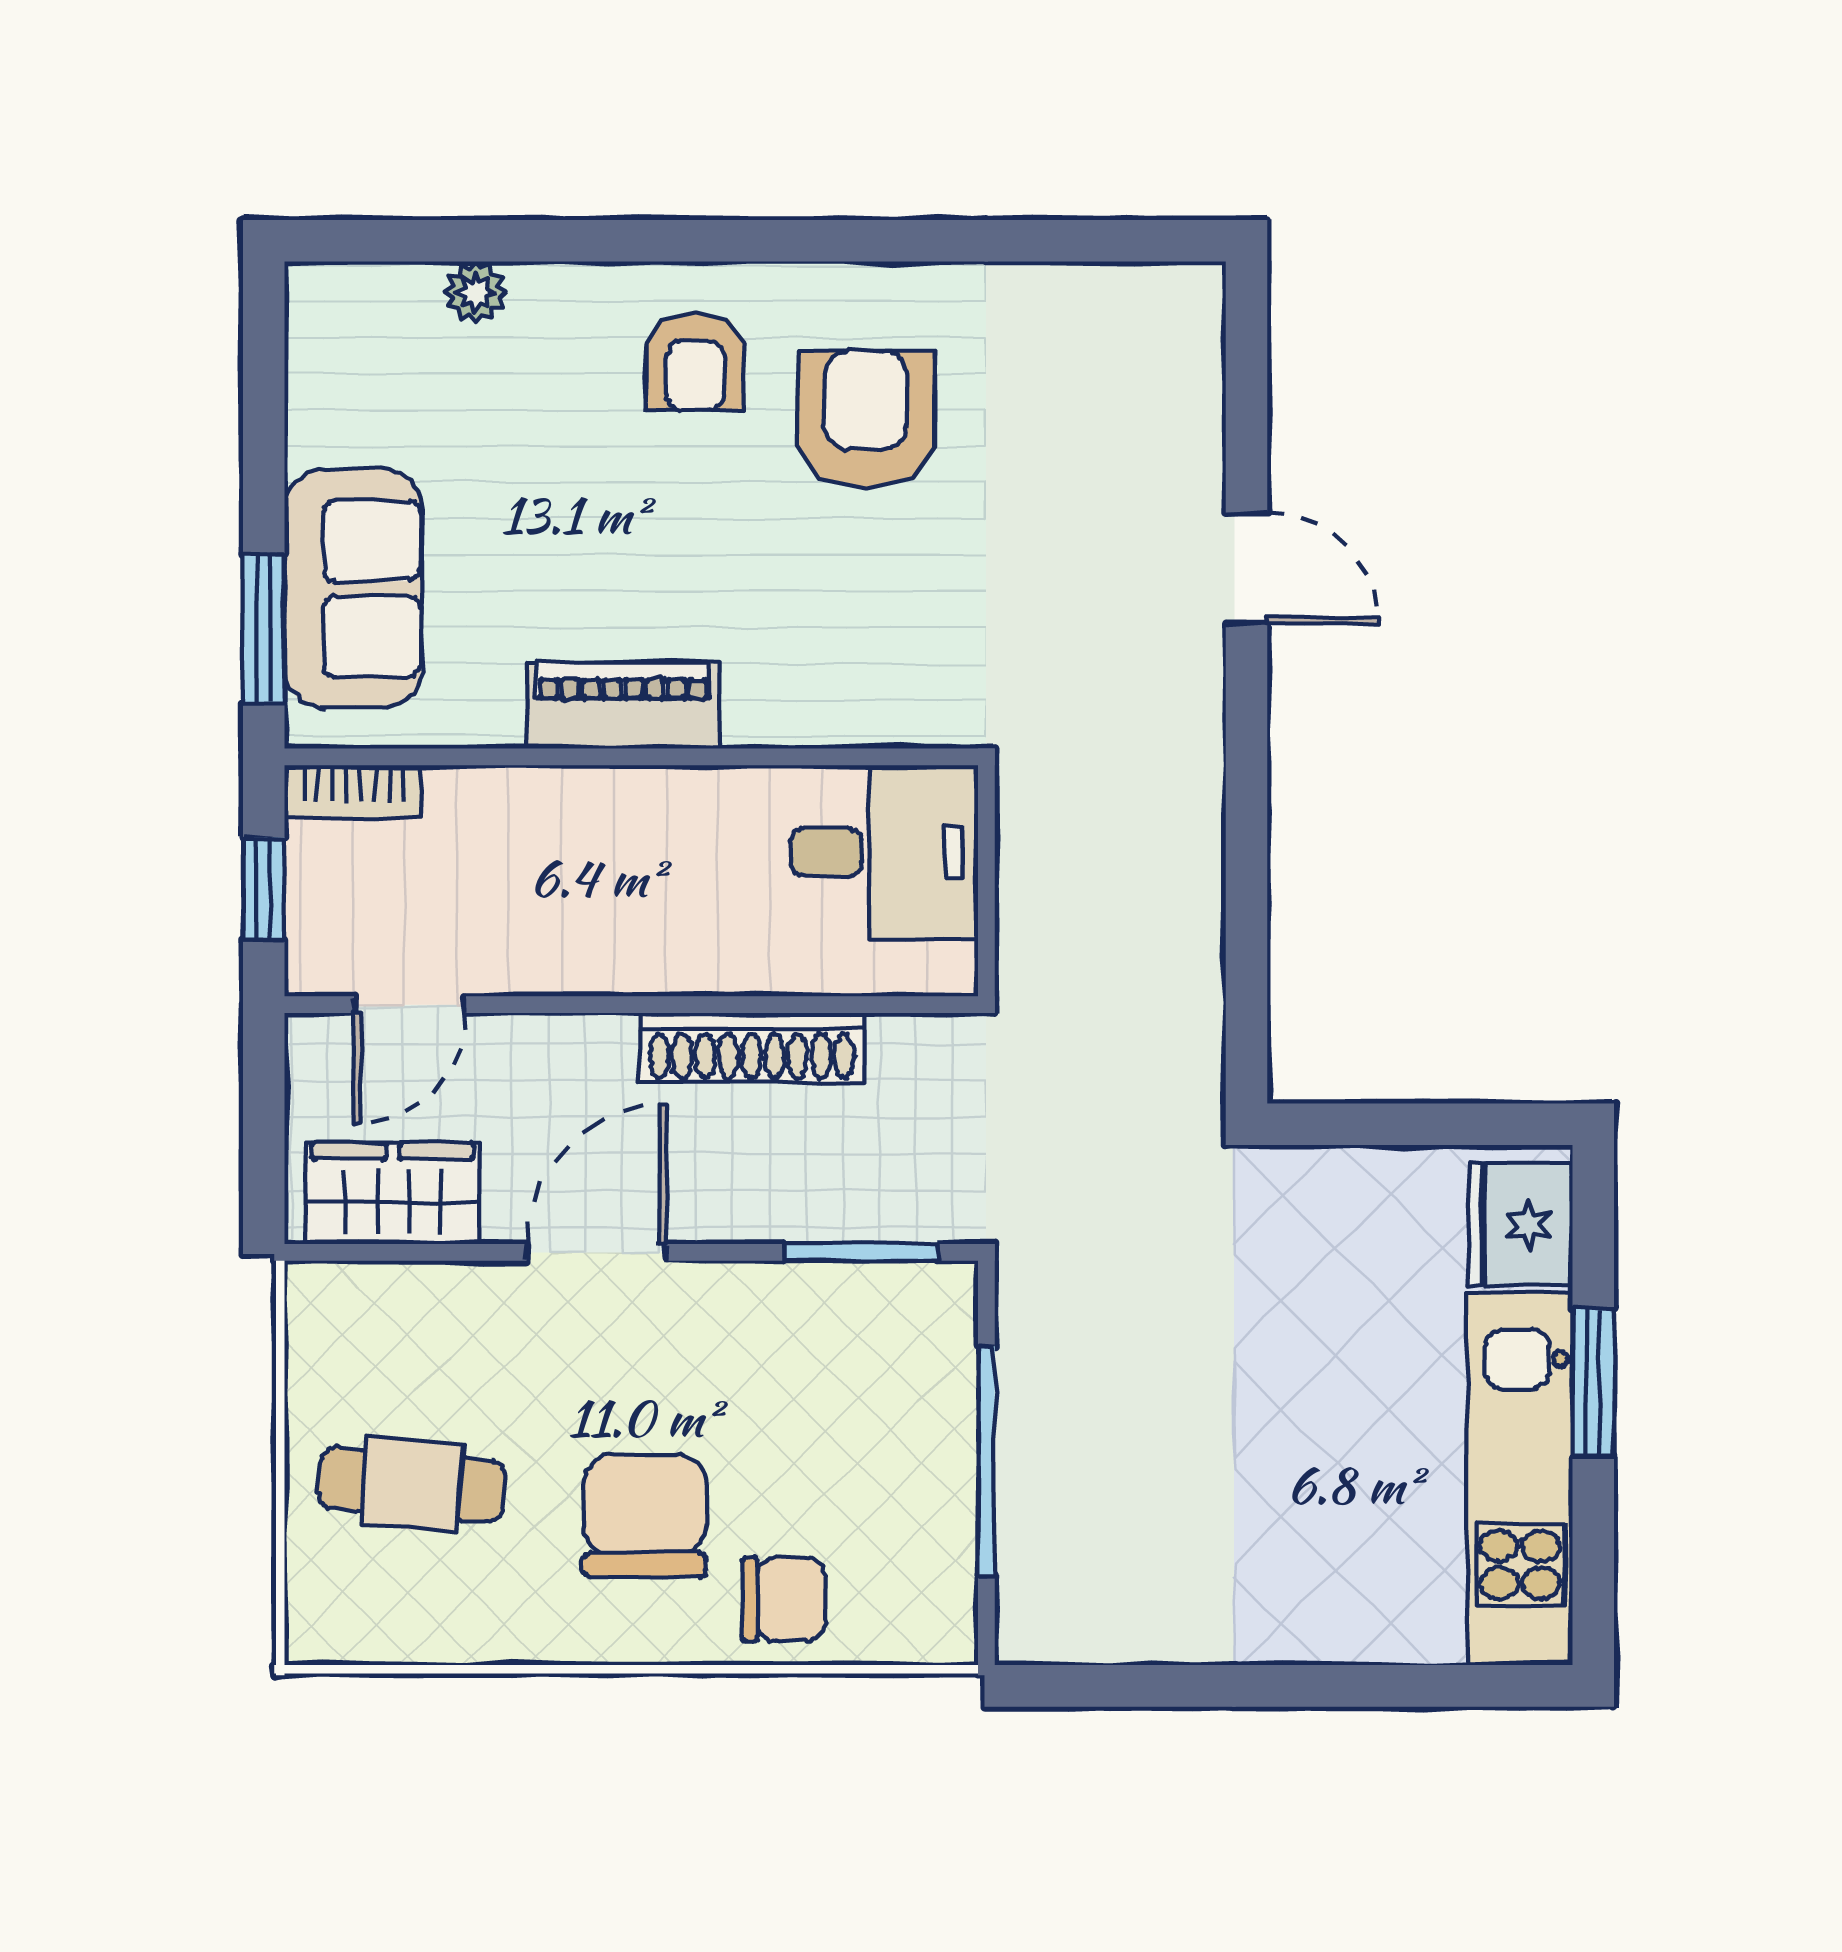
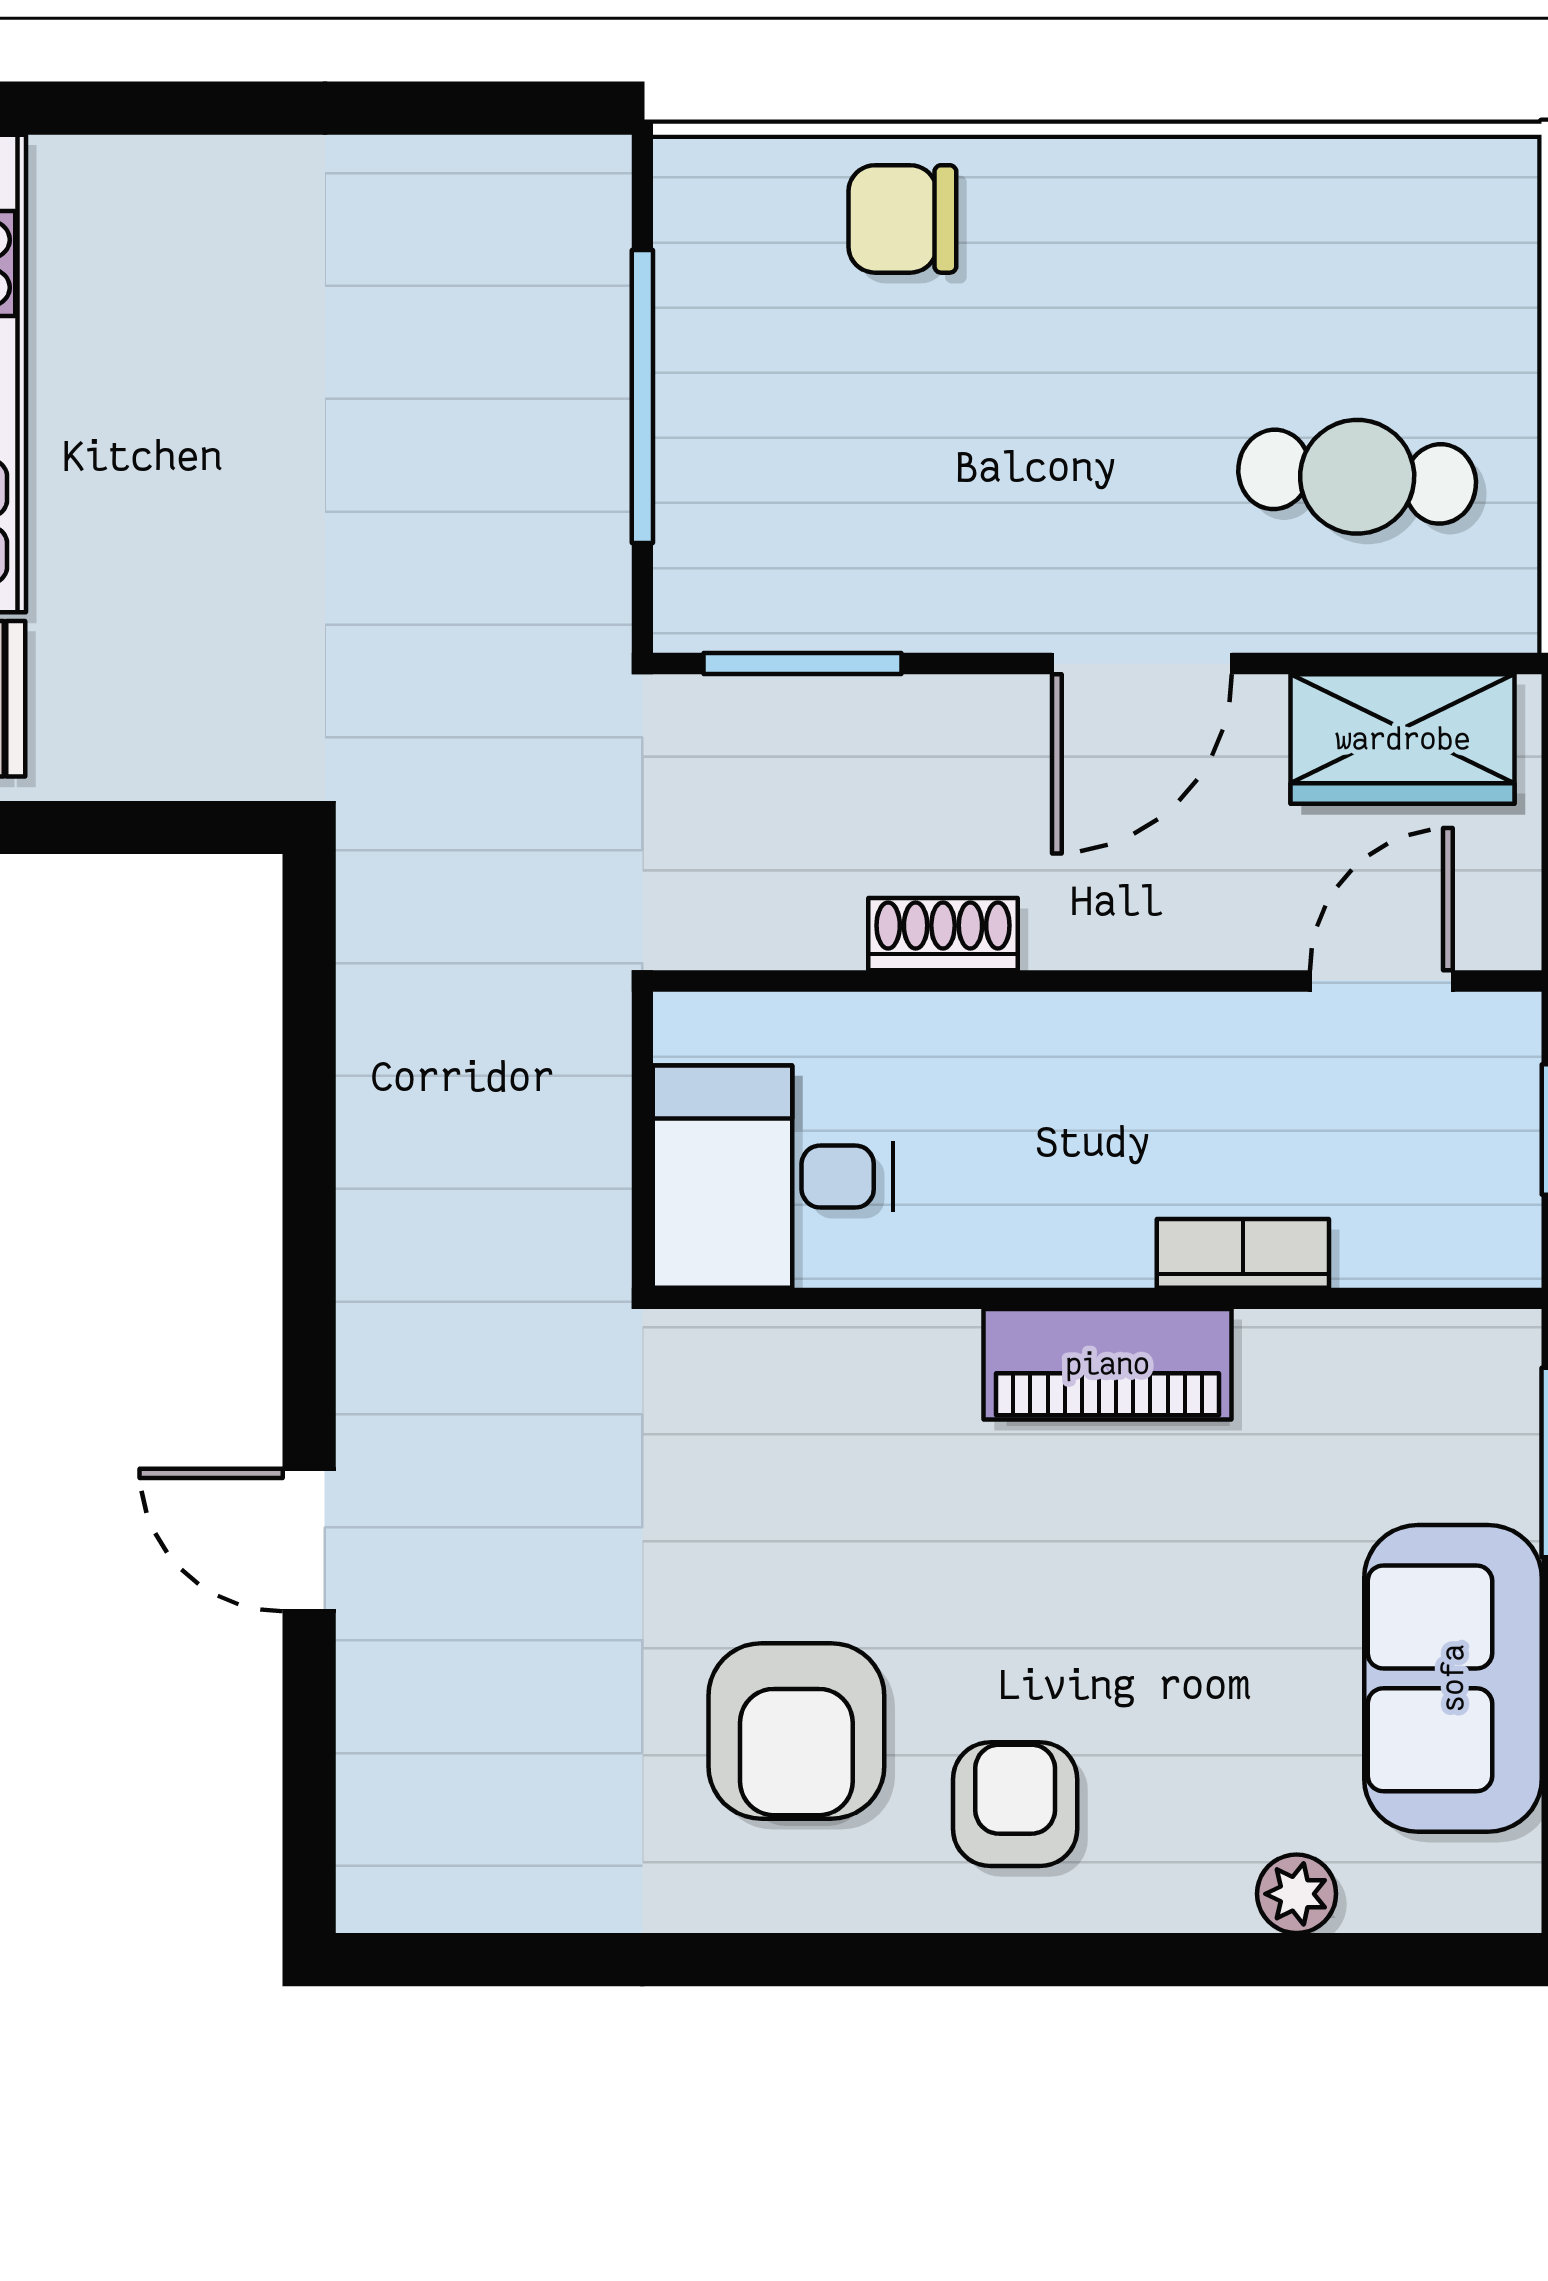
sofa: (354, 589) -> (1453, 1678), moved
bookcase: (354, 792) -> (1243, 1253), moved
shoe rack: (752, 1048) -> (943, 934), width x0.51, depth x0.81
cafe table: (412, 1485) -> (1357, 477), moved
chair: (644, 1516) -> (1080, 326), removed

